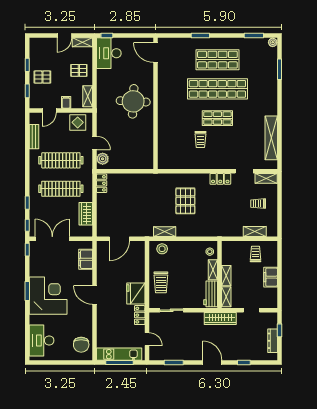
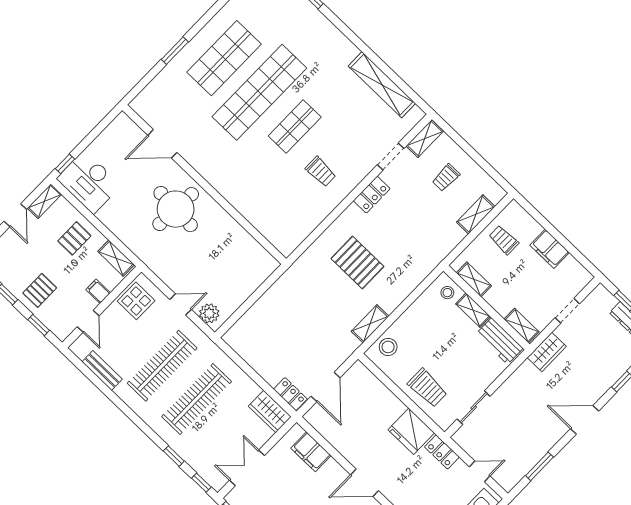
door: (155, 53) -> (162, 144), moved
trolley: (200, 140) -> (321, 172), moved
locker: (102, 183) -> (290, 394), moved
wardrobe: (86, 214) -> (270, 412), moved
double door: (52, 239) -> (247, 468), width x0.73
shelving: (226, 276) -> (474, 279), moved
wardrobe: (220, 318) -> (547, 352), width x0.67

